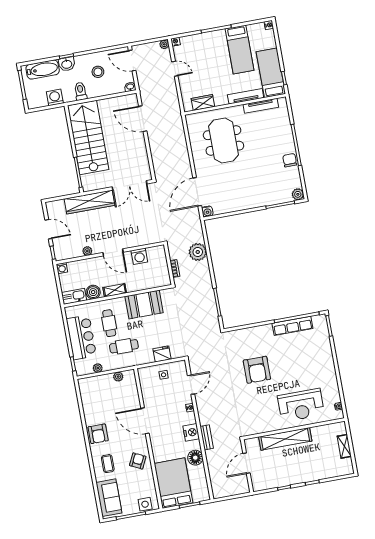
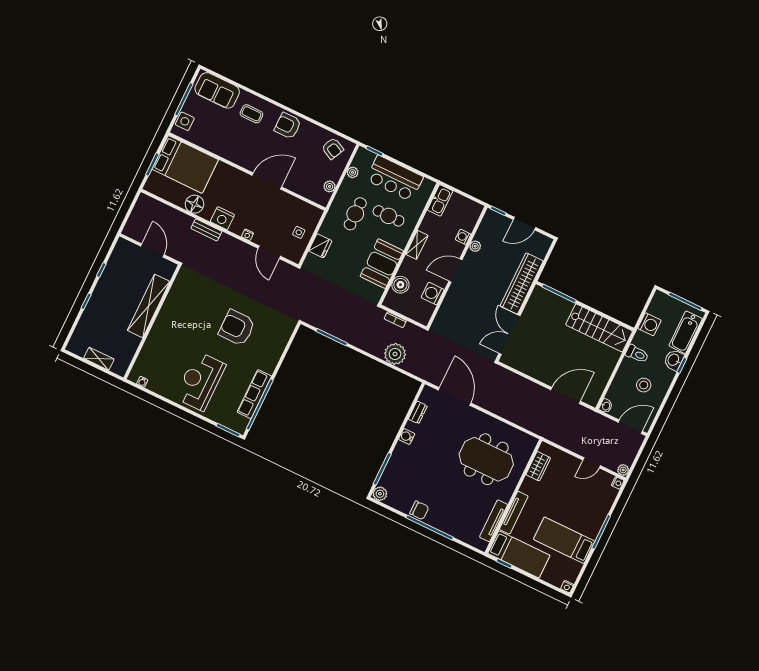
stairs: (88, 138) -> (599, 328), width x0.73, depth x0.66
dresser: (225, 209) -> (418, 412), added
water cooler: (207, 211) -> (407, 437), moved
washing machine: (62, 268) -> (463, 237), moved
boiler: (93, 292) -> (400, 285), moved
reception desk: (301, 405) -> (200, 381), moved
armchair: (138, 461) -> (333, 148), moved

